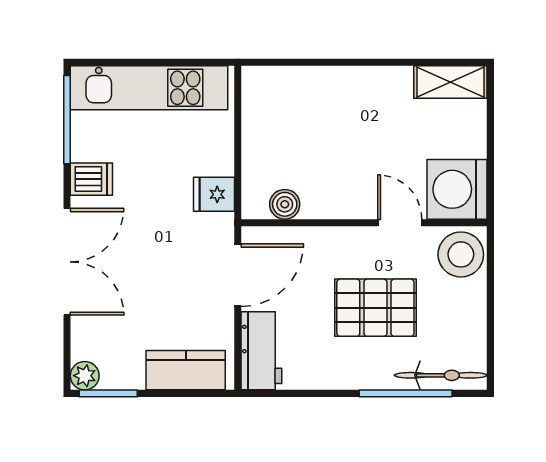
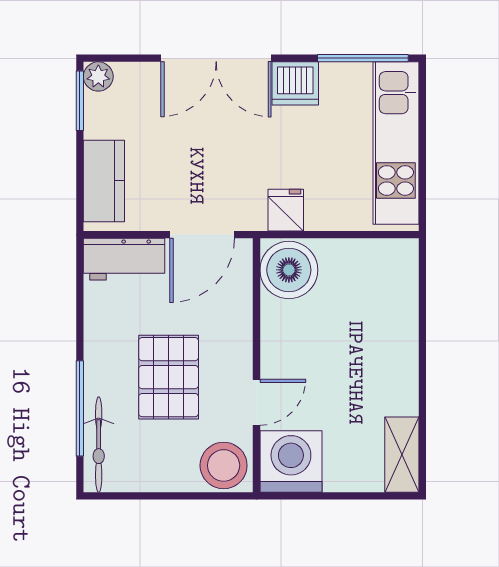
dishwasher: (91, 179) -> (295, 83), width x1.38
boiler: (285, 204) -> (289, 270), width x1.86, depth x1.86
door: (238, 275) -> (202, 235), hinge flipped

